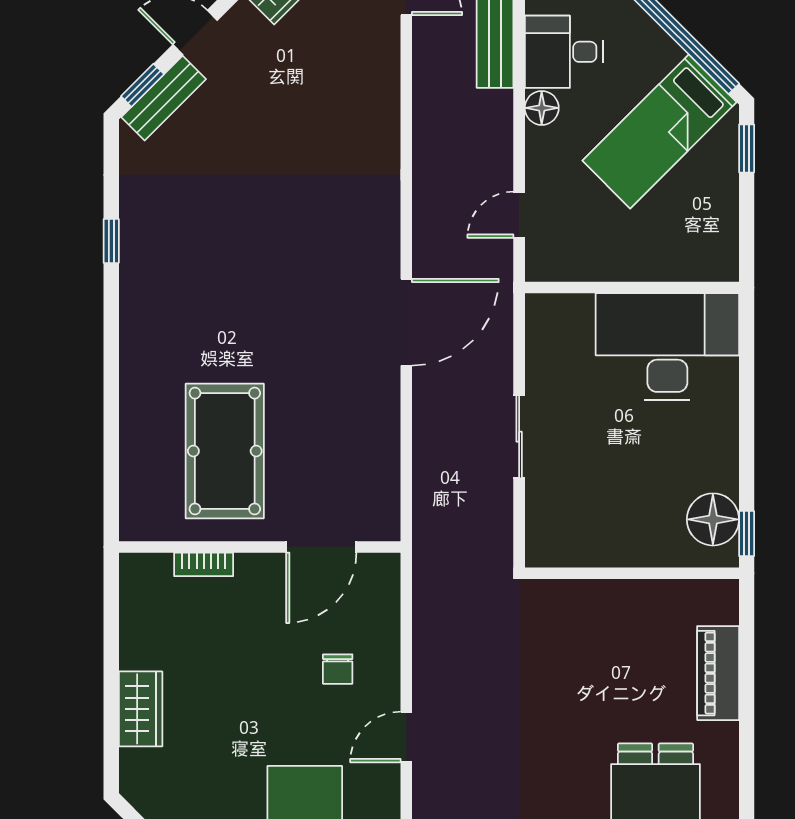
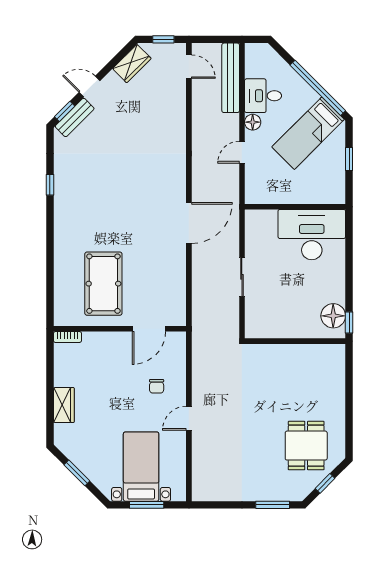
window: (747, 148) -> (349, 159), moved
door: (519, 215) -> (242, 152), moved
bookcase: (204, 564) -> (67, 337), moved
piano: (718, 673) -> (336, 388), removed

